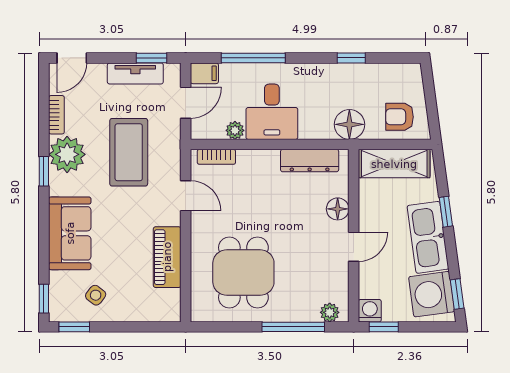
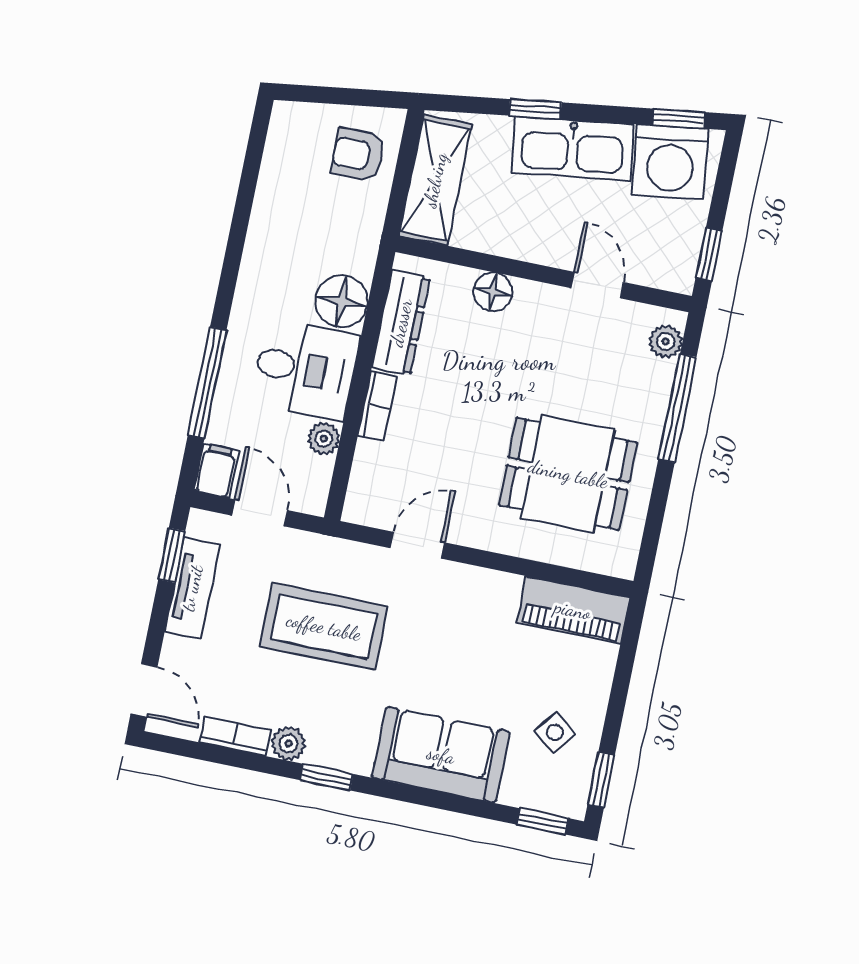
window: (351, 58) -> (241, 216), removed
armchair: (399, 117) -> (358, 155), turned 90
floor lamp: (349, 124) -> (342, 301), moved
plant: (67, 154) -> (289, 743), width x0.53, depth x0.53
bookcase: (216, 157) -> (377, 406), moved
door: (354, 247) -> (597, 285), moved
piano: (167, 257) -> (573, 610), moved
washing machine: (370, 311) -> (677, 273), removed

